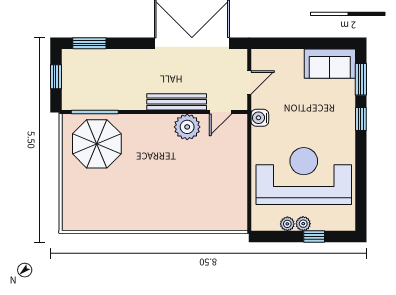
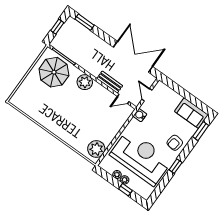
door: (249, 82) -> (147, 95), swing flipped
bench: (177, 102) -> (110, 82), width x0.73
window: (361, 119) -> (176, 166), moved
armchair: (336, 122) -> (175, 143), added
plant: (187, 127) -> (85, 82), moved
plant: (233, 209) -> (96, 149), added

